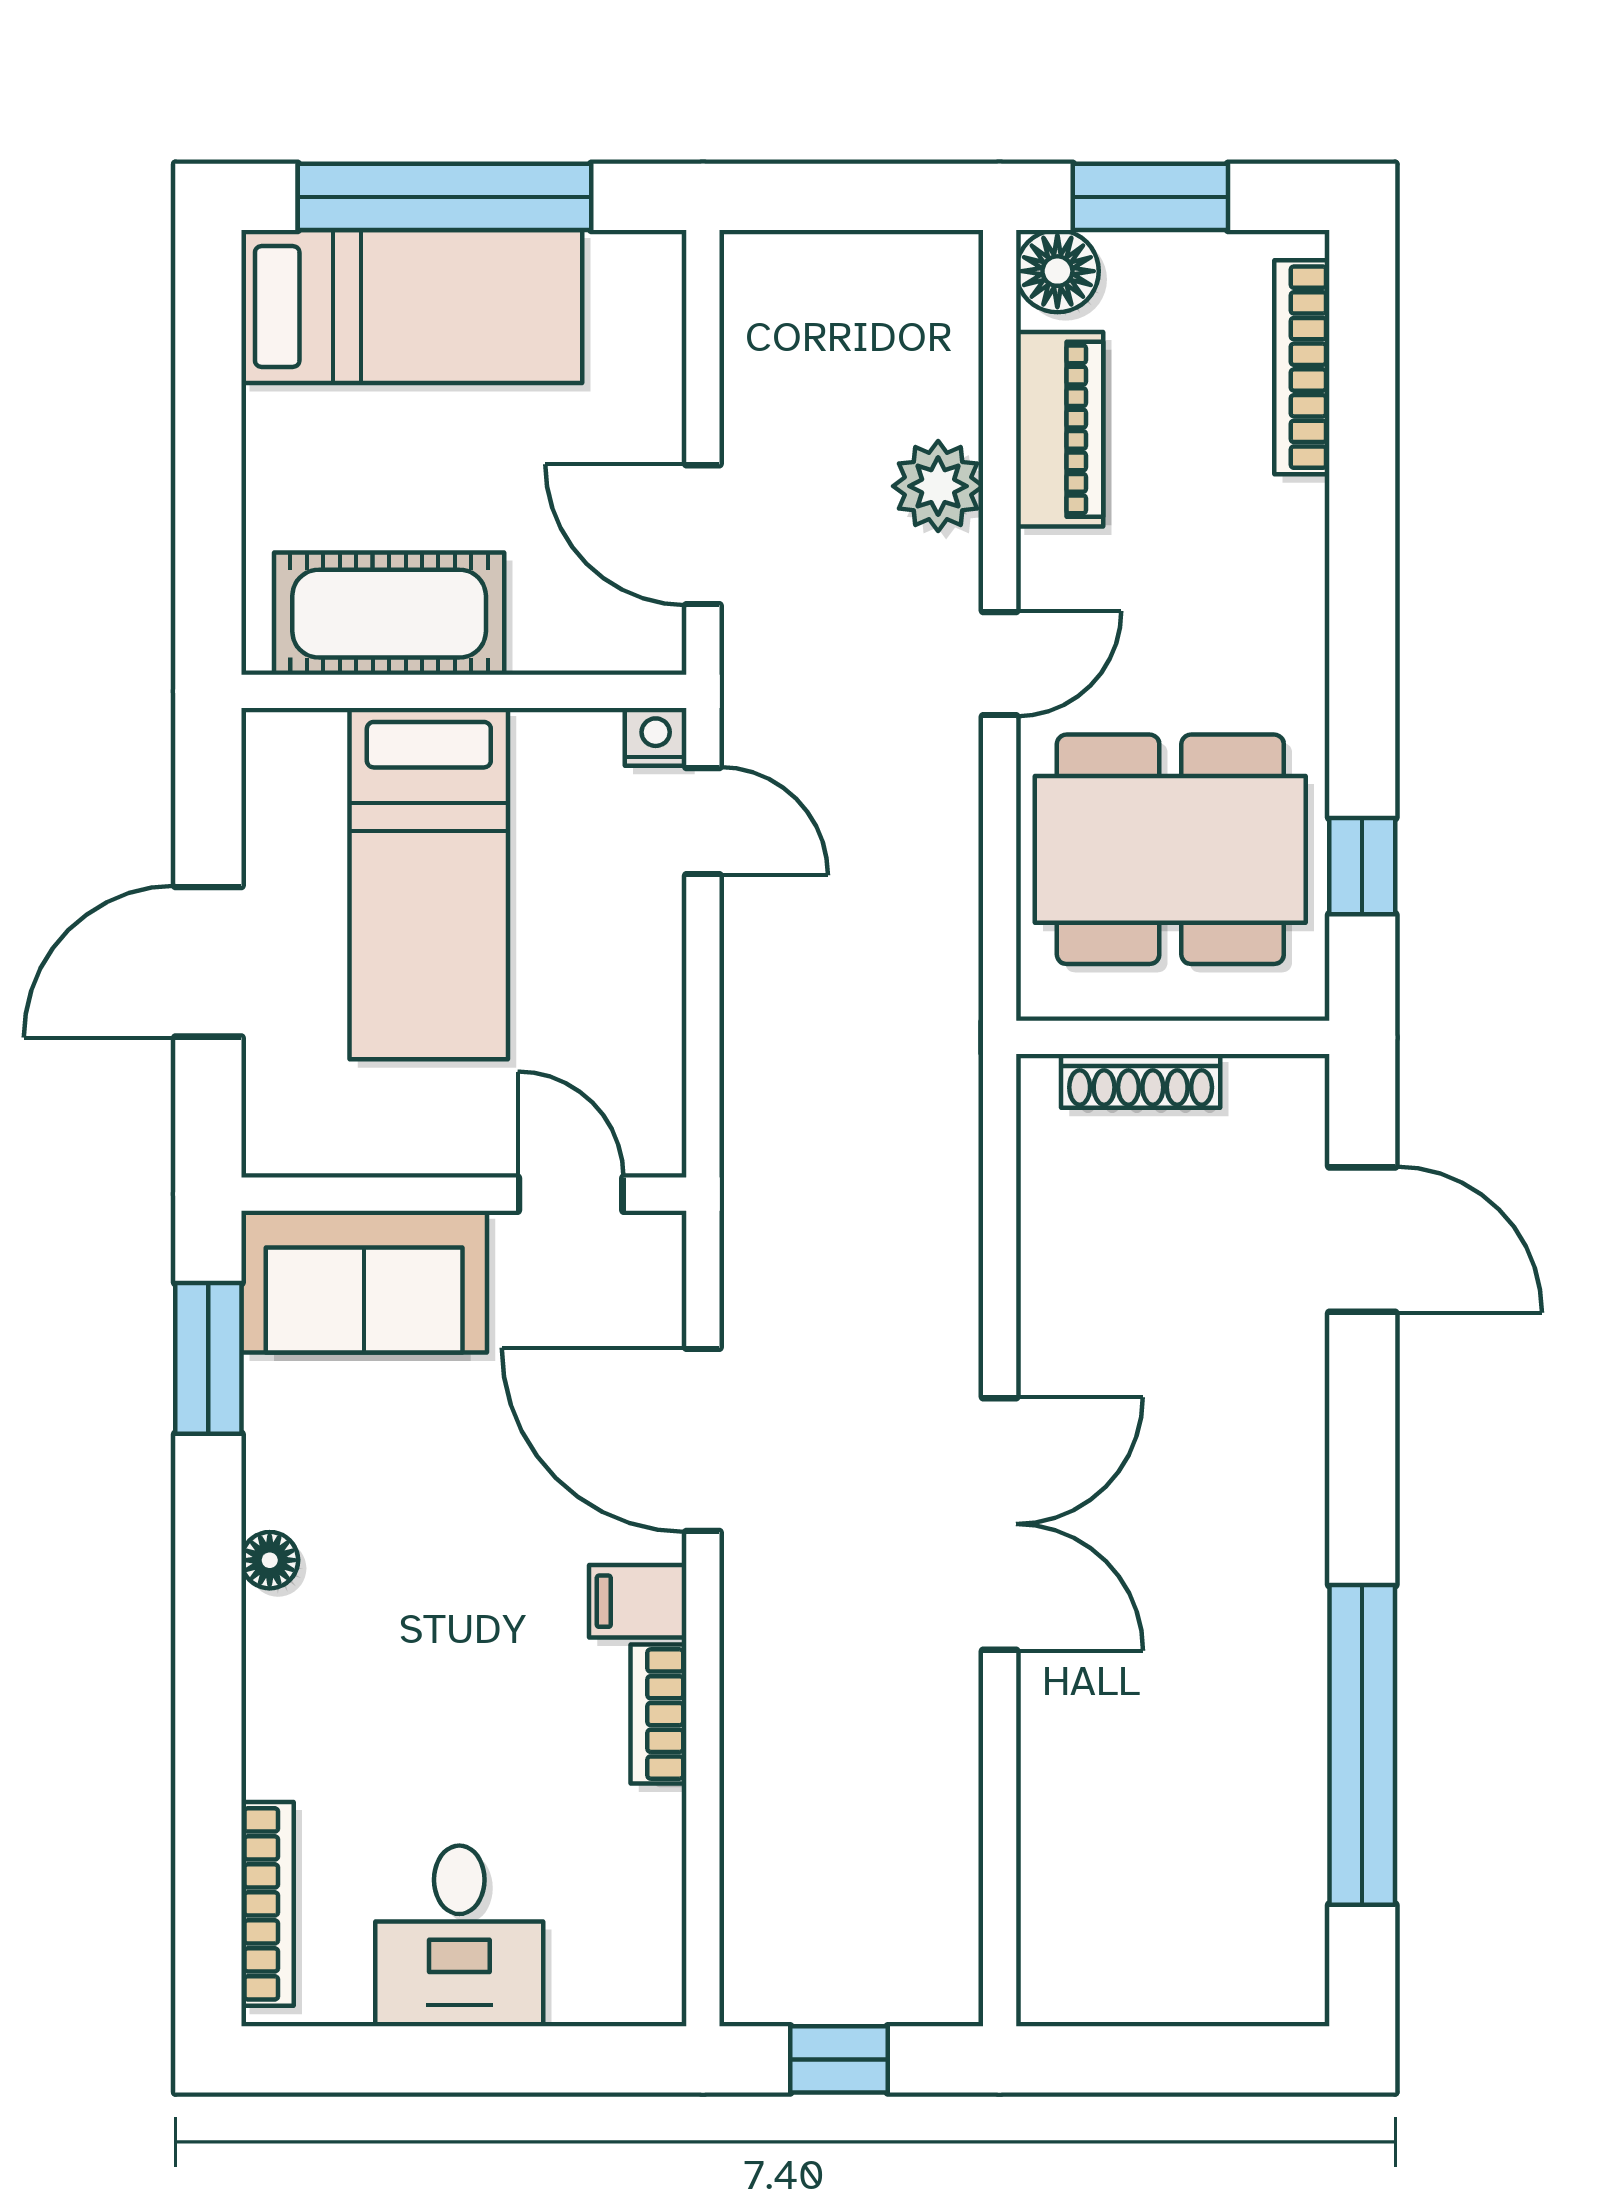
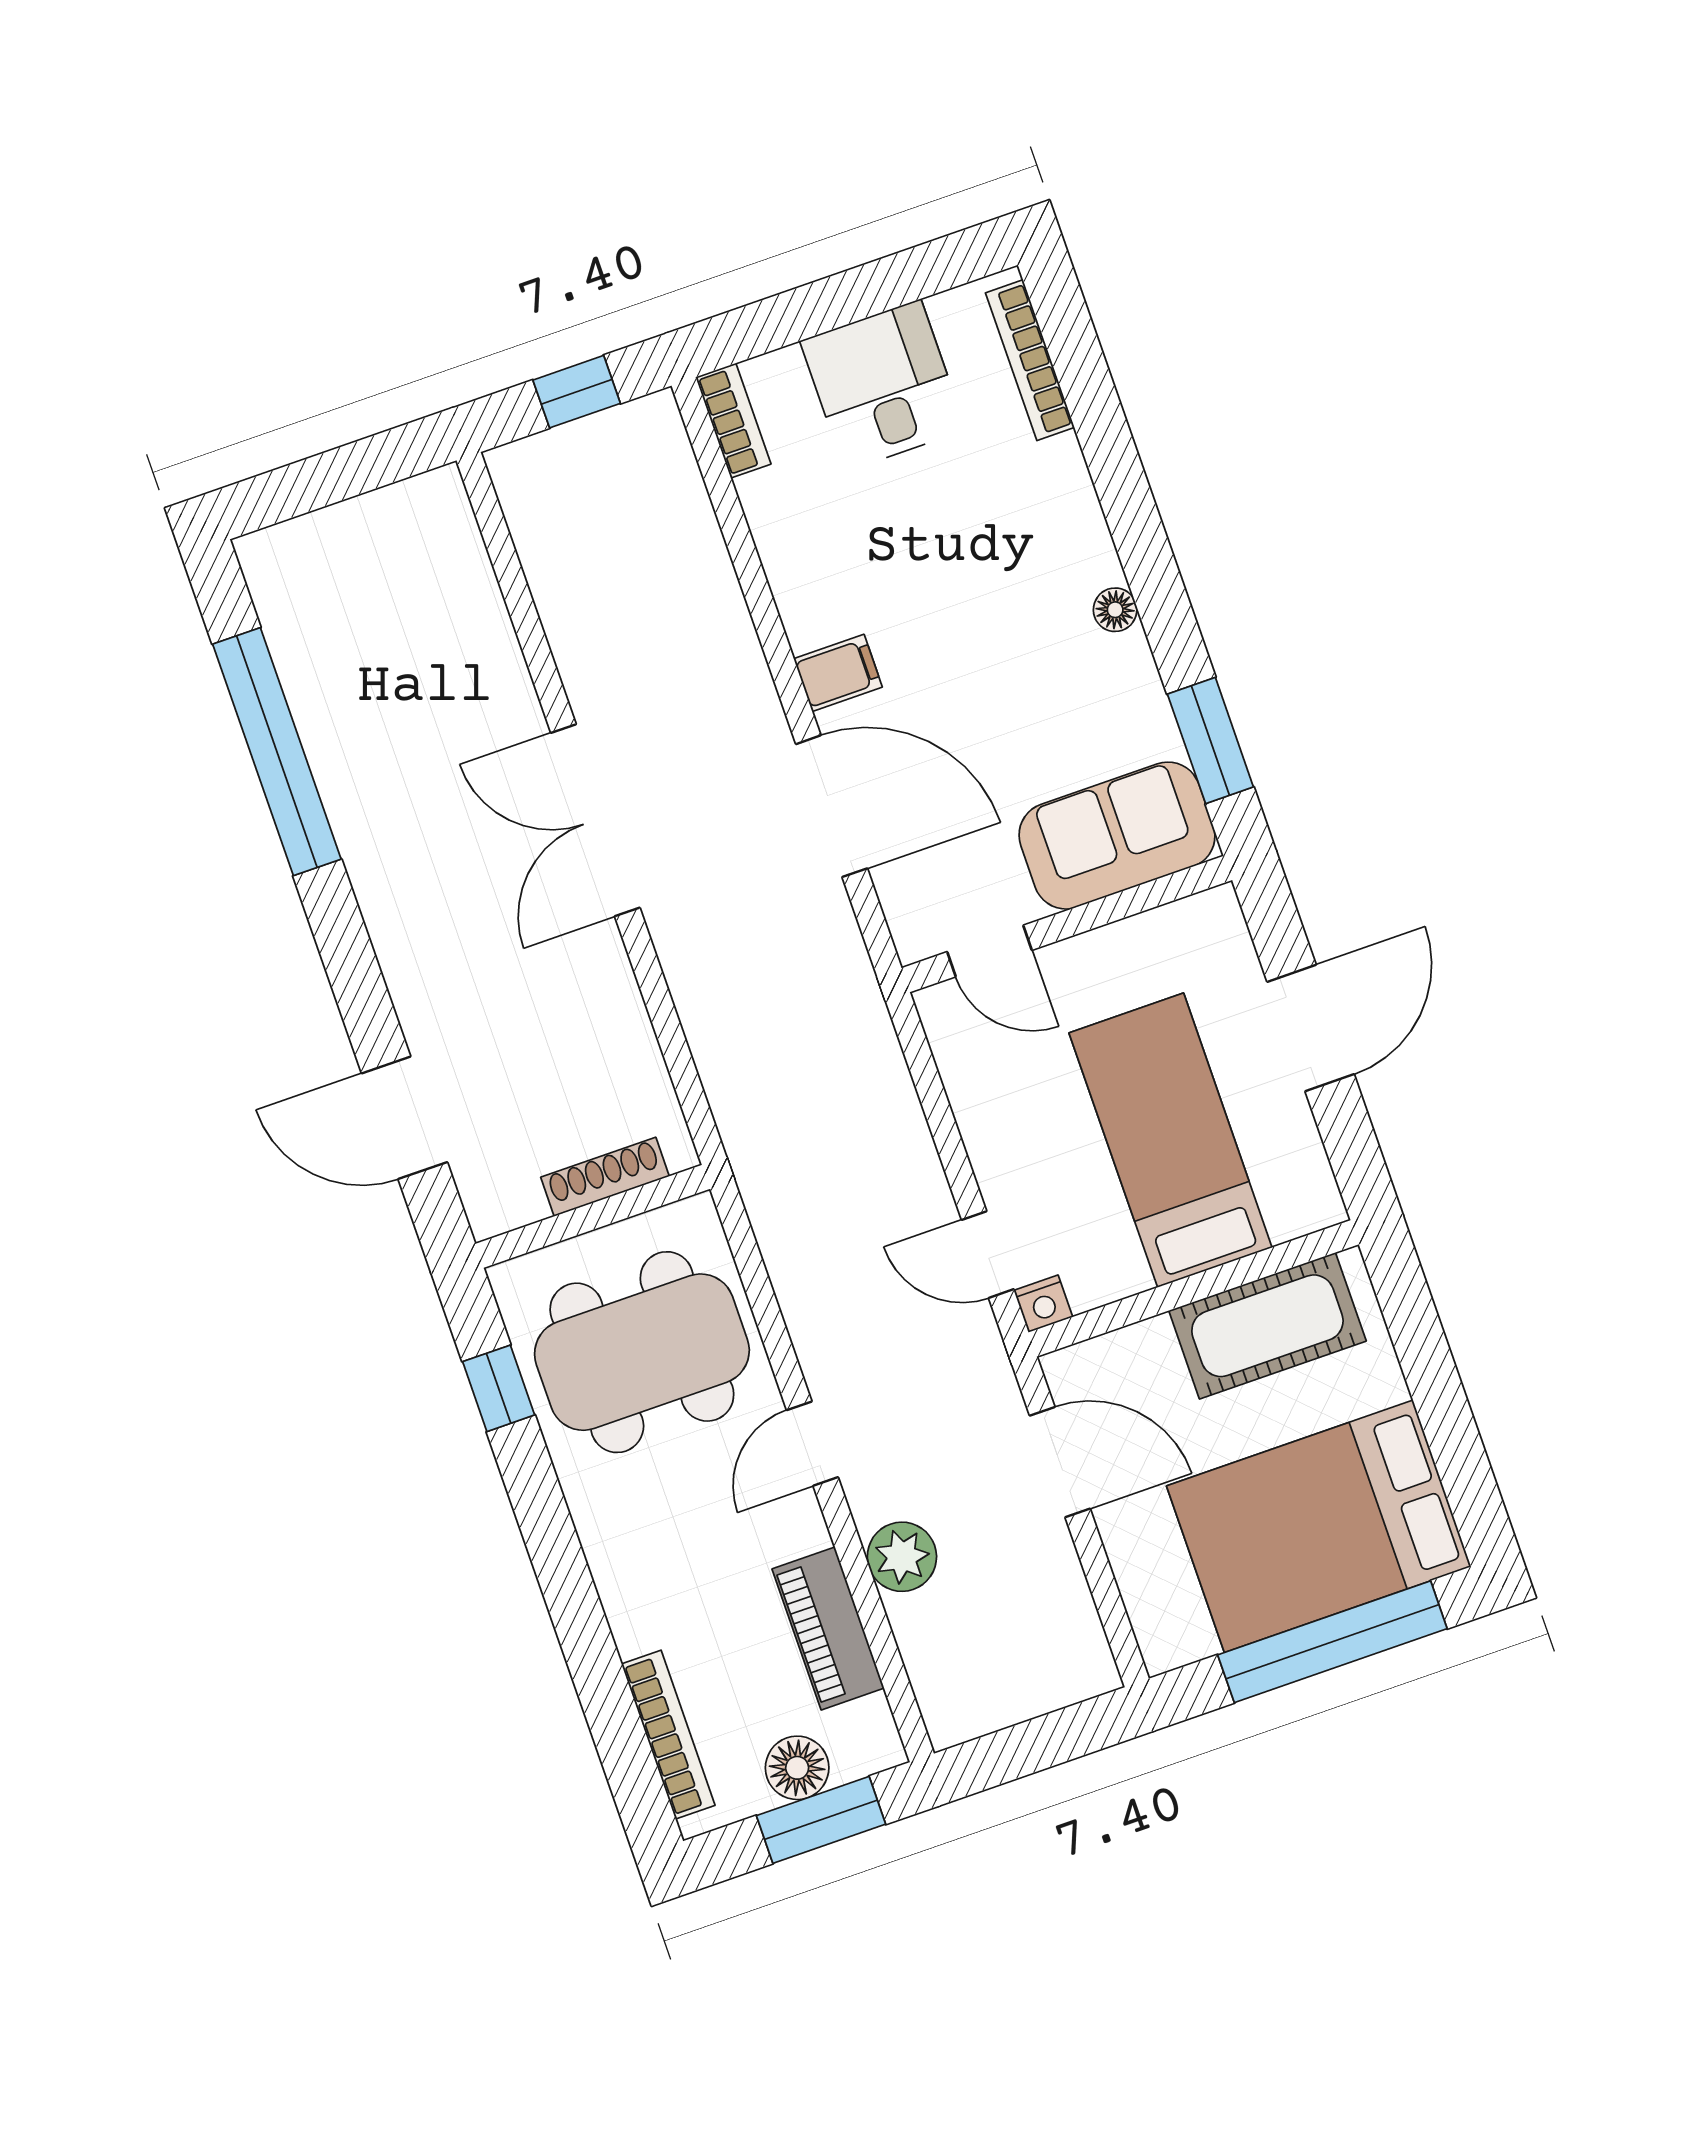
floor lamp: (1057, 271) -> (797, 1768), moved
bed: (412, 306) -> (1319, 1526), width x1.50
bookcase: (659, 1714) -> (733, 421), moved

